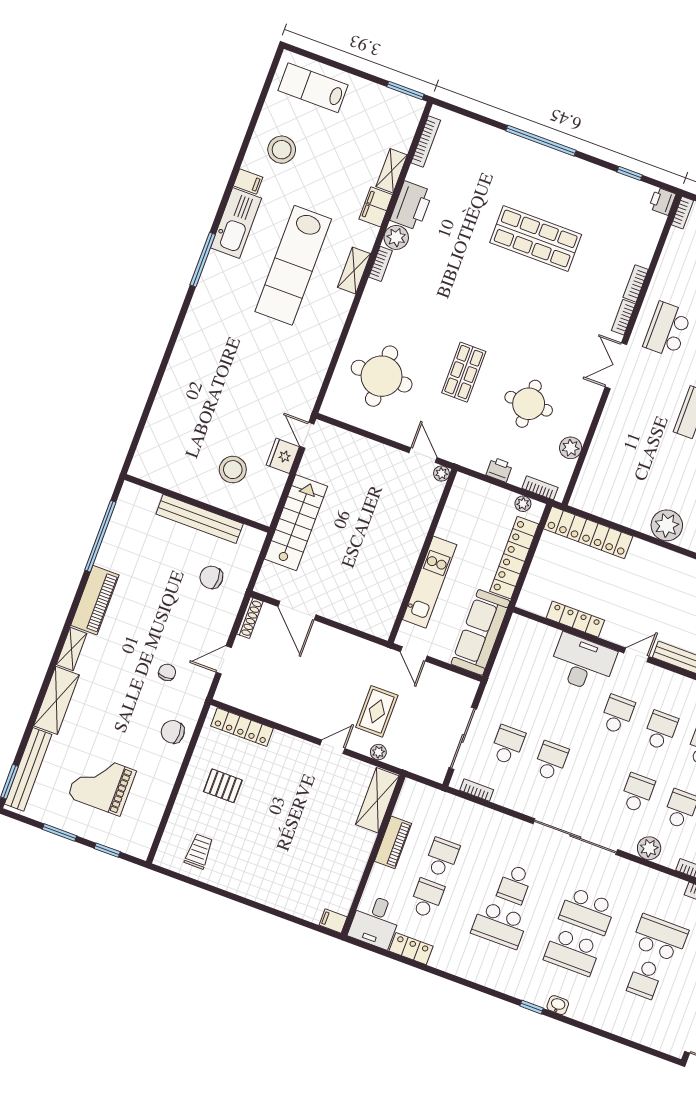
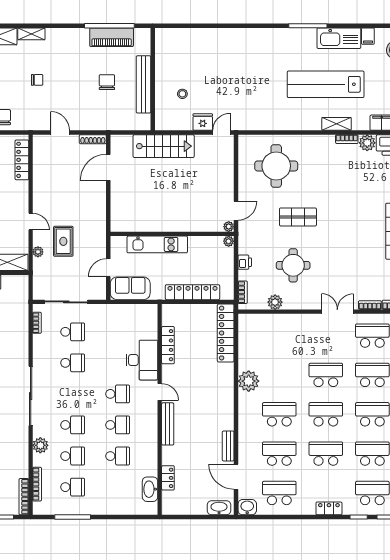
stool: (233, 470) -> (182, 94), width x0.53, depth x0.53
plant: (523, 504) -> (229, 241), moved
chair: (211, 577) -> (107, 82), moved
piano: (95, 600) -> (112, 37), moved
sofa: (480, 632) -> (130, 288), width x0.73
door: (414, 654) -> (108, 268), moved
chair: (167, 672) -> (37, 80), moved
rug: (377, 711) -> (63, 241), turned 90

